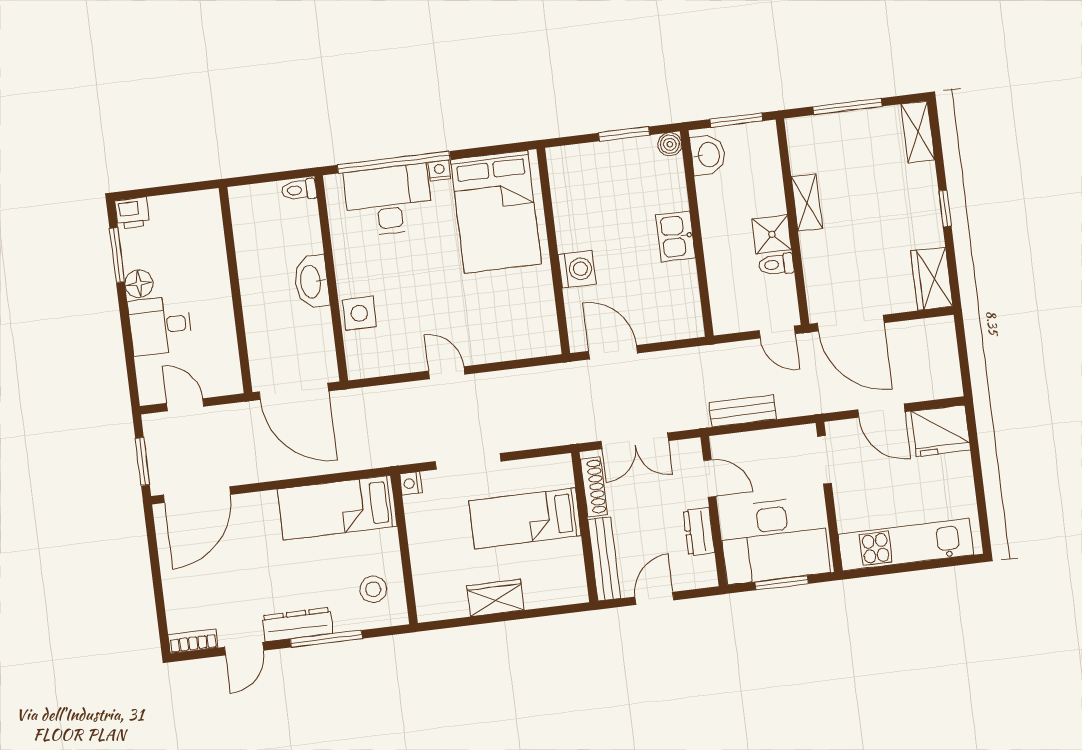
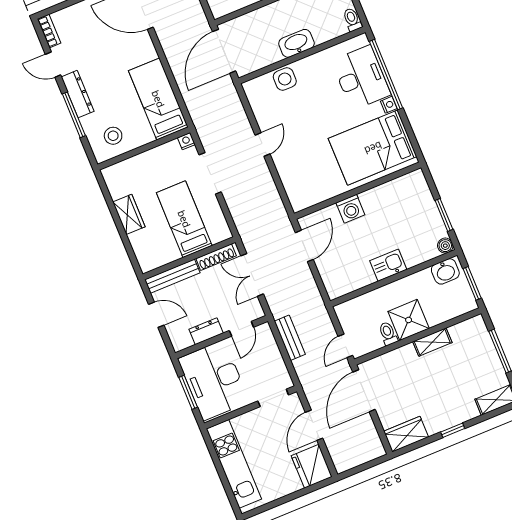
shower: (772, 234) -> (409, 320), width x1.36, depth x1.36

